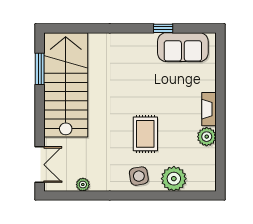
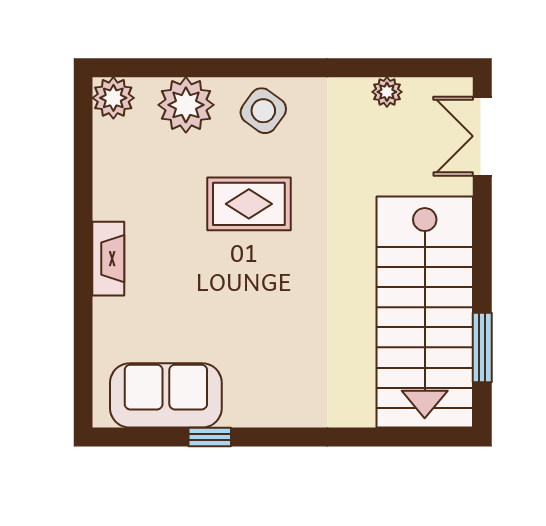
rug: (145, 134) -> (249, 204), turned 90
plant: (207, 137) -> (113, 98), moved
side table: (139, 176) -> (263, 111), turned 45

